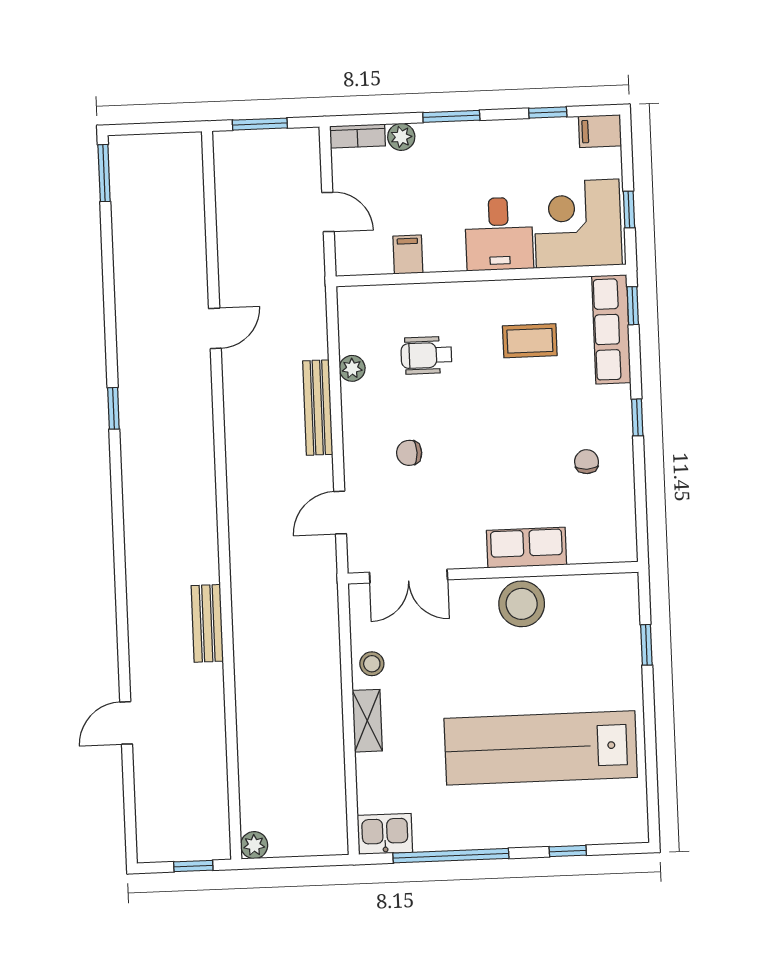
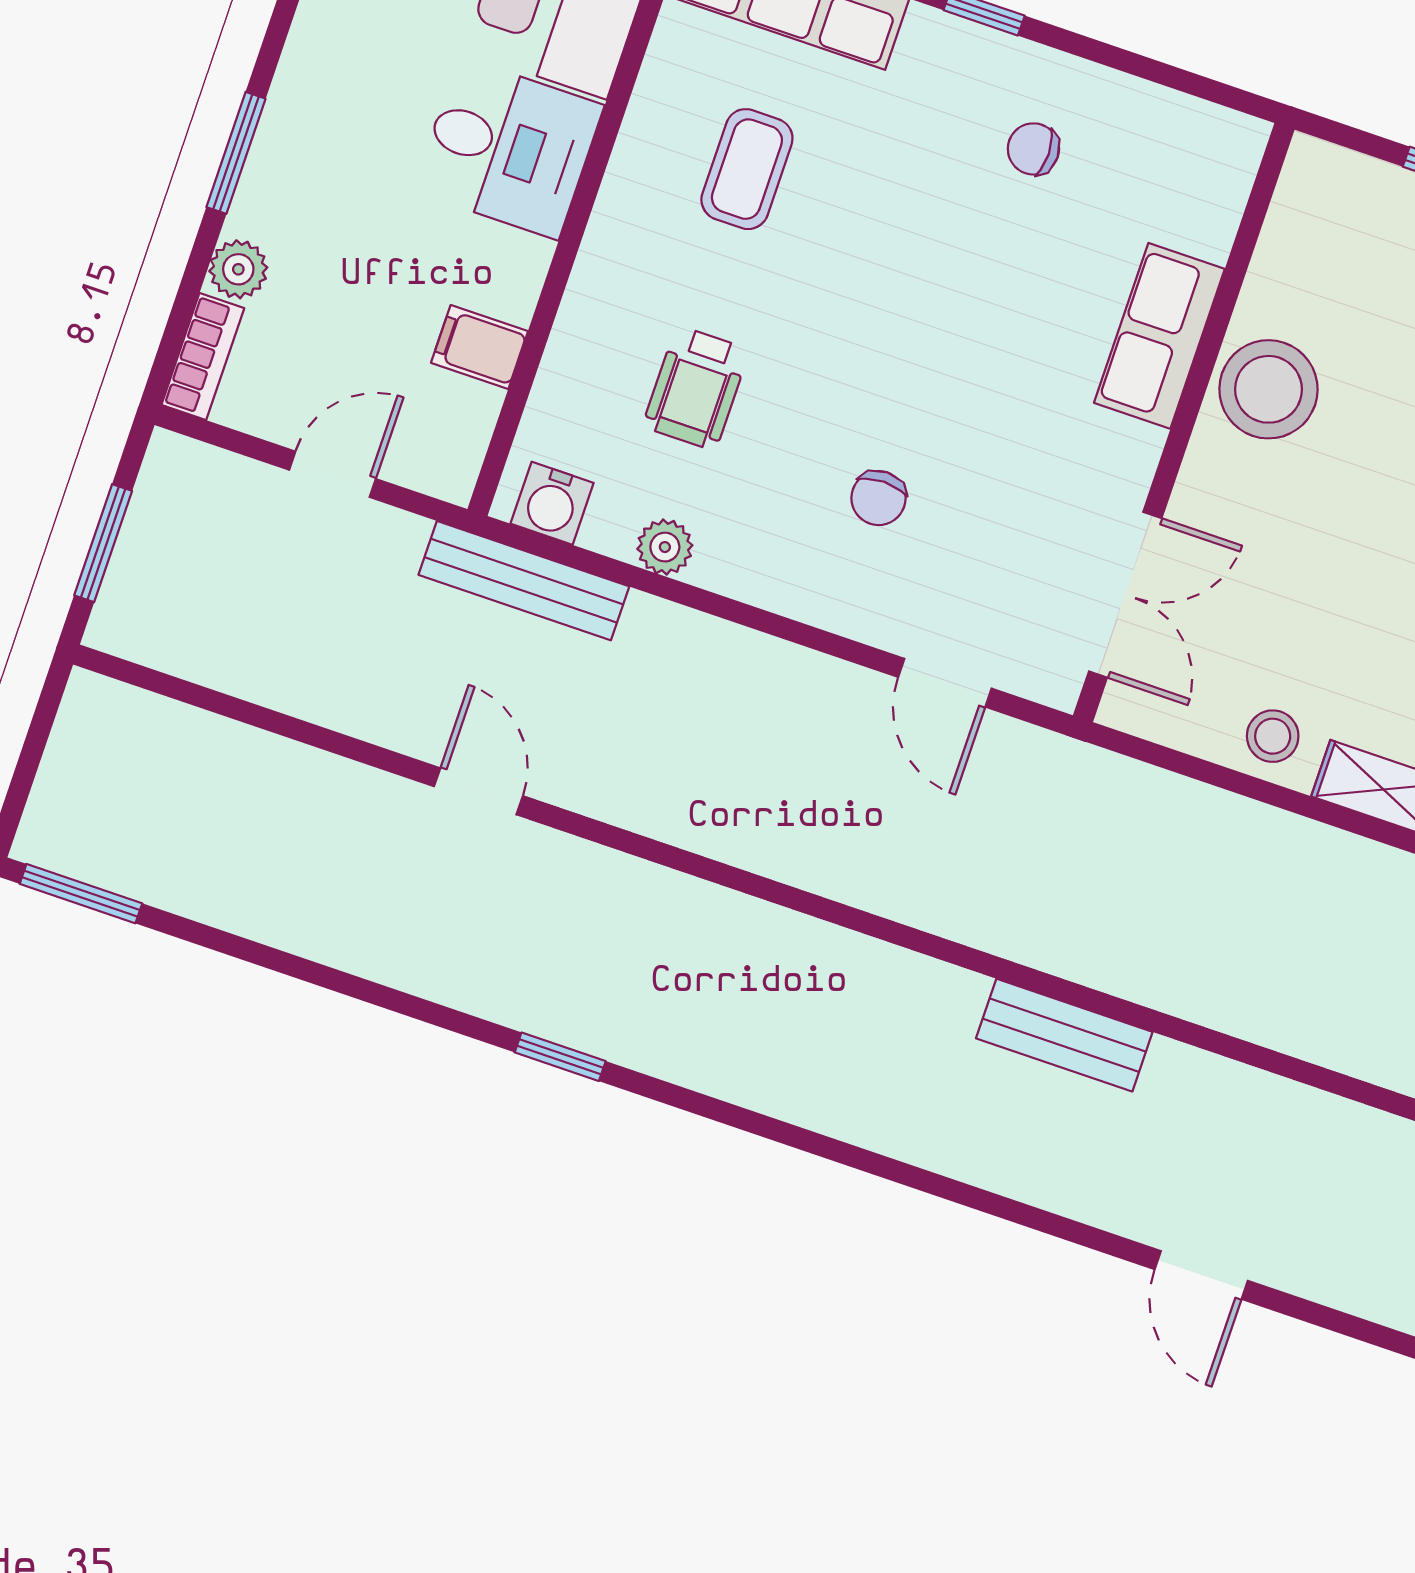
water cooler: (352, 312) -> (552, 503), added
bench: (318, 408) -> (524, 581), moved

